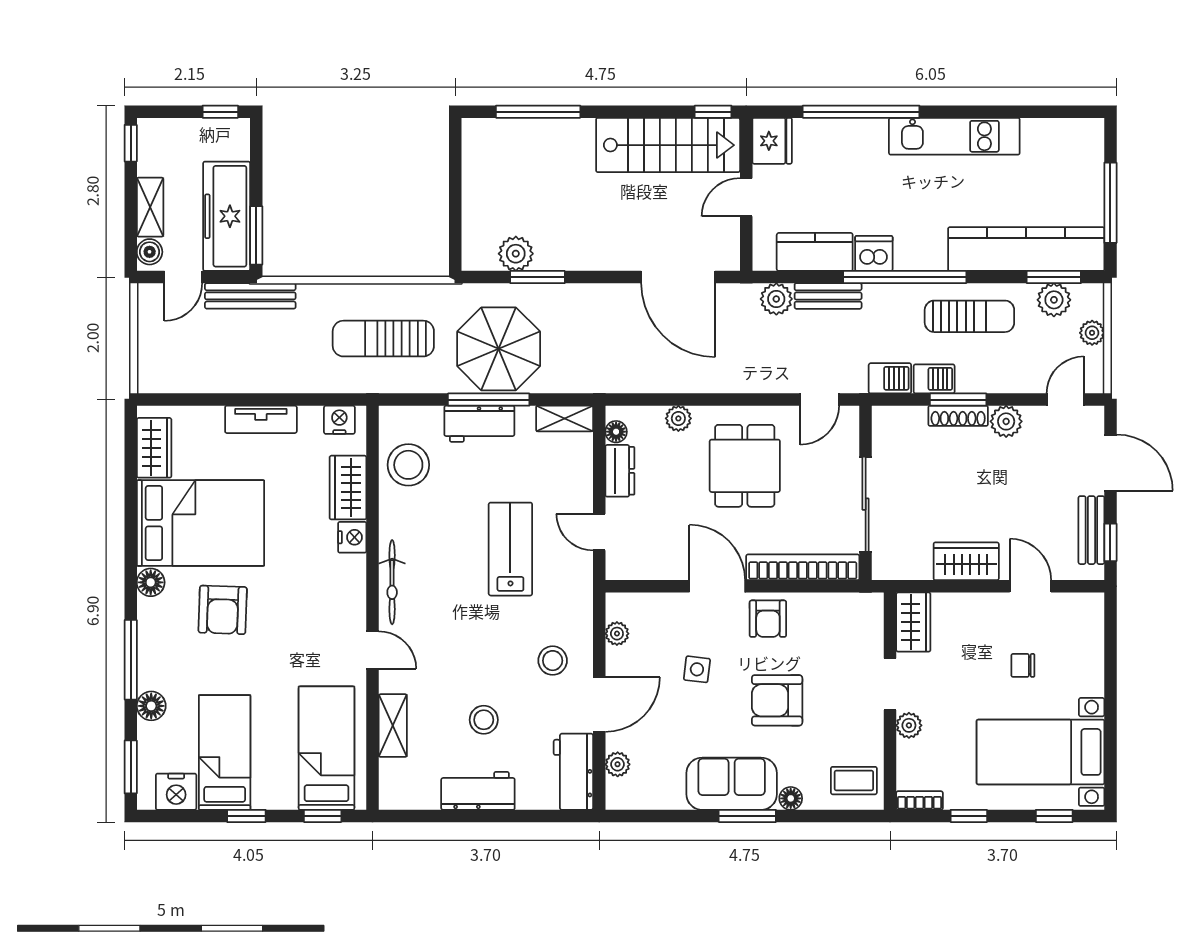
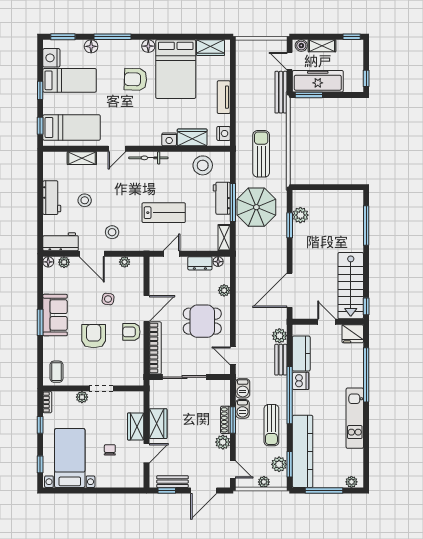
plant: (1092, 143) -> (351, 482), added
wardrobe: (913, 622) -> (136, 426), moved, turned 90
floor lamp: (791, 798) -> (48, 262), moved

